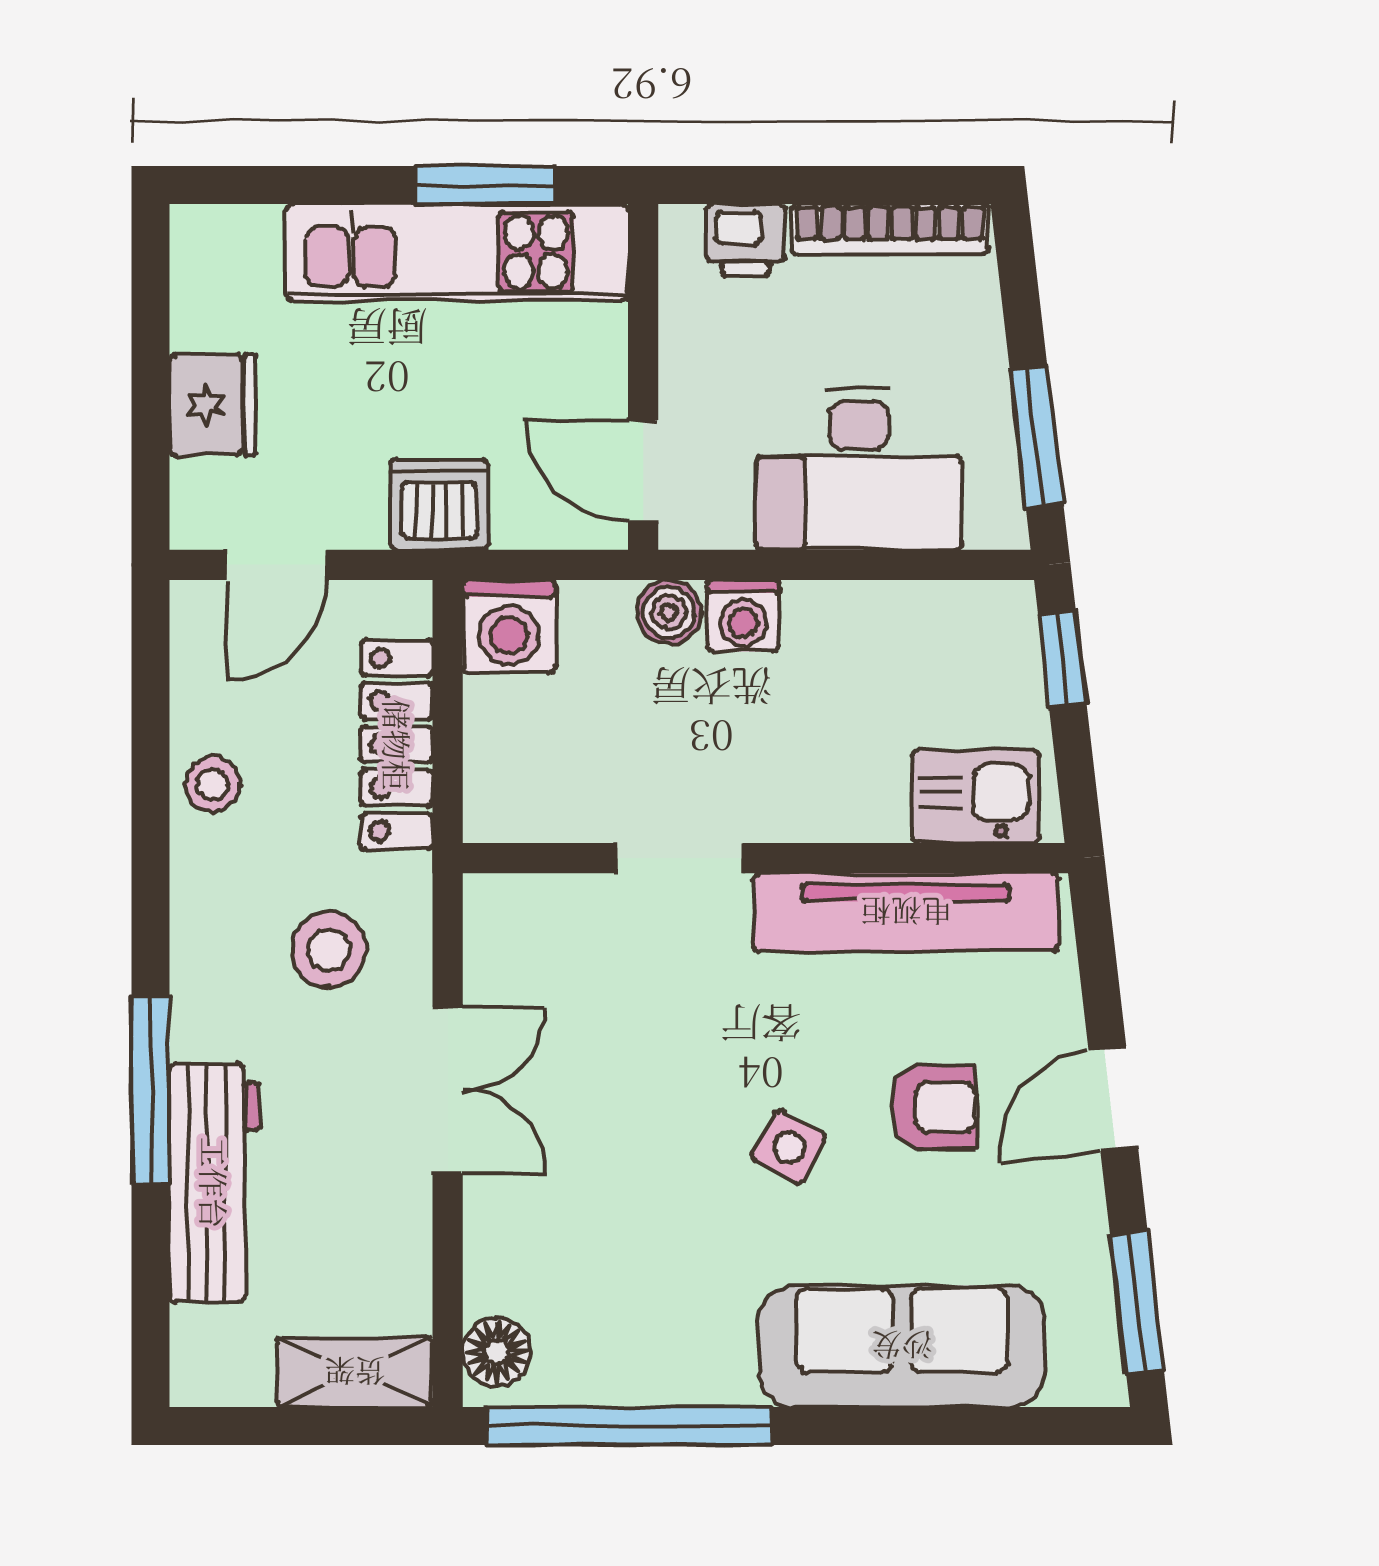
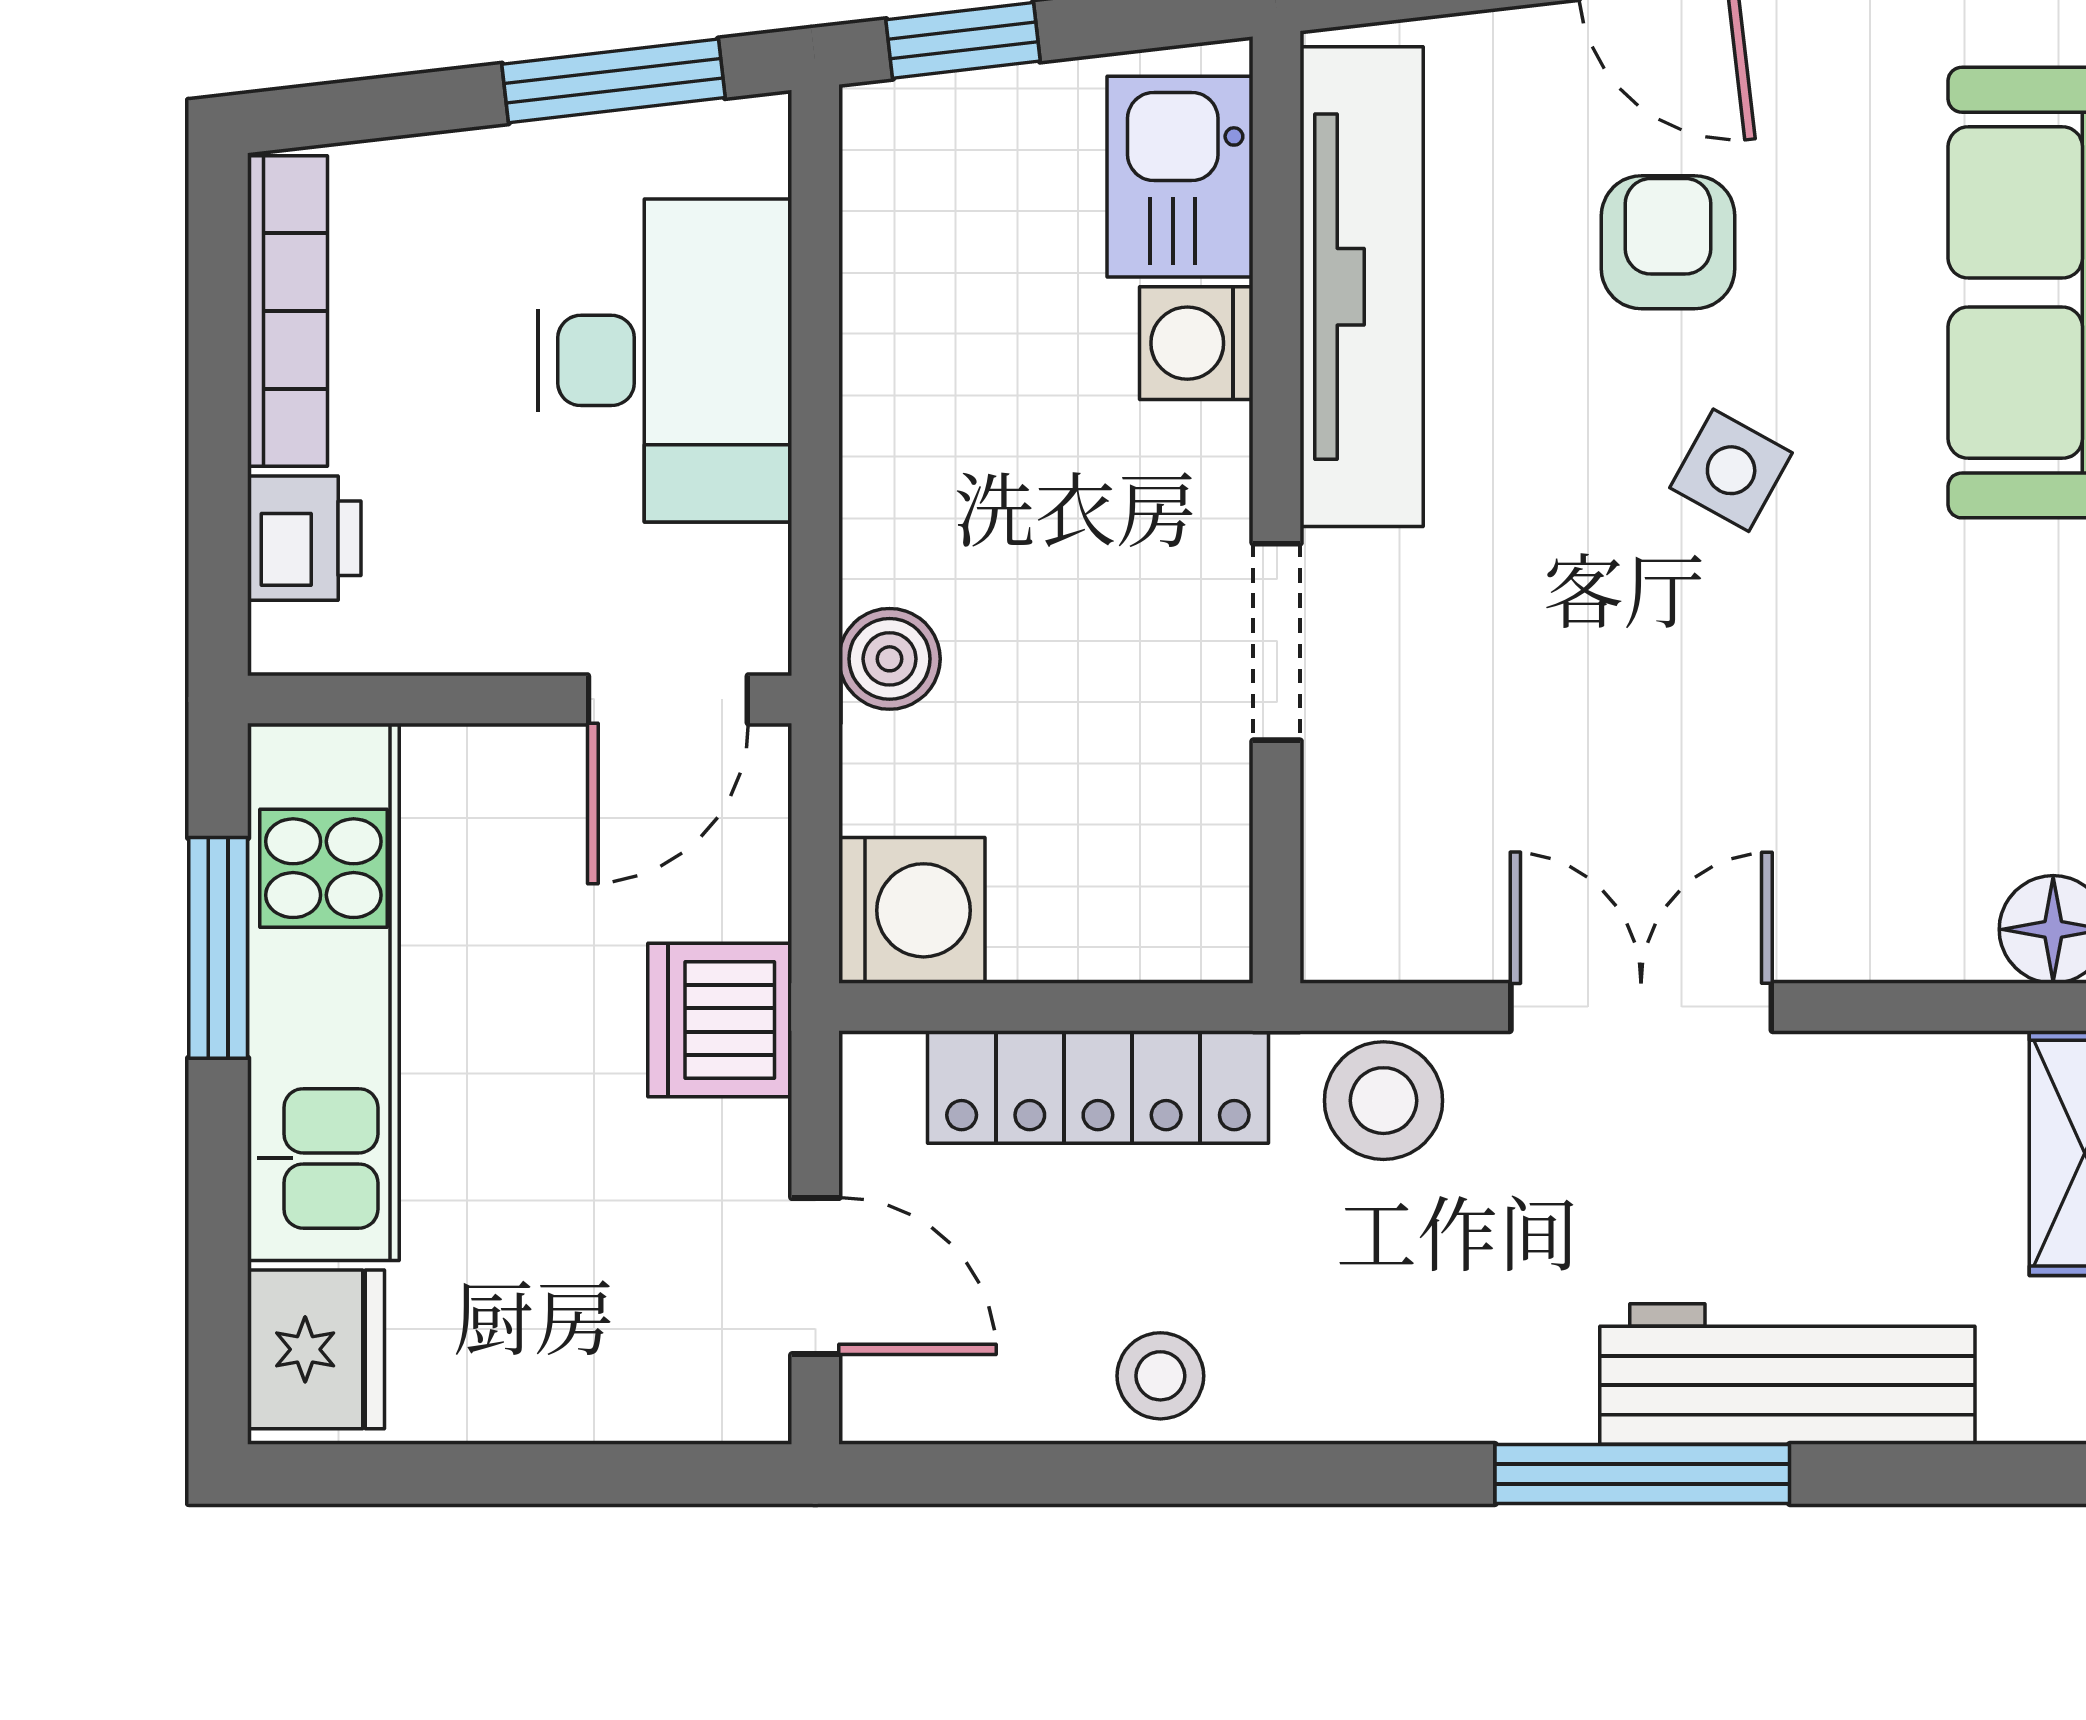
fridge: (213, 405) -> (316, 1349), moved, turned 90
washing machine: (743, 616) -> (1196, 343), moved, turned 180
stool: (329, 950) -> (1383, 1101), moved

